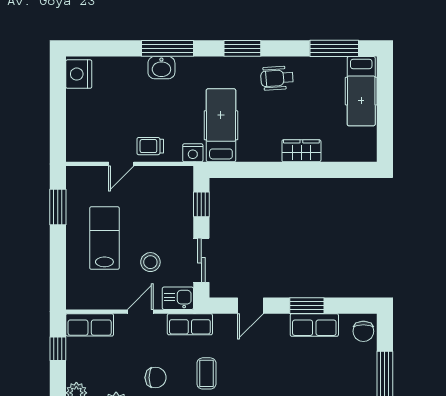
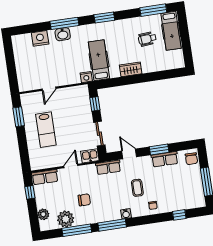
nightstand: (79, 74) -> (40, 38), moved, turned 90
wheelchair: (277, 78) -> (147, 39), moved
trolley: (150, 146) -> (63, 77), removed
wardrobe: (301, 151) -> (131, 69), moved
lab bench: (104, 238) -> (46, 130), turned 180
stool: (150, 262) -> (72, 139), removed
door: (250, 306) -> (129, 154), swing flipped
row of seats: (190, 324) -> (108, 167), moved
coffee table: (206, 373) -> (137, 188), moved

